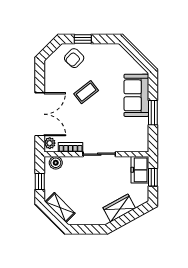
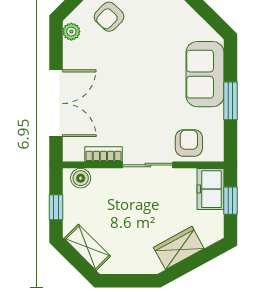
coffee table: (86, 92) -> (128, 69), removed
armchair: (126, 140) -> (189, 143), added
plant: (50, 143) -> (71, 32), moved

